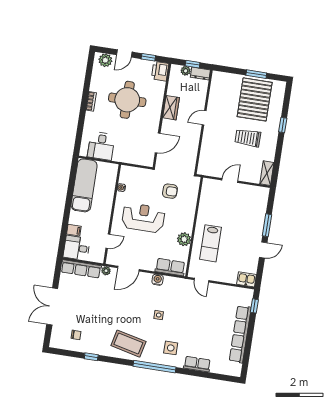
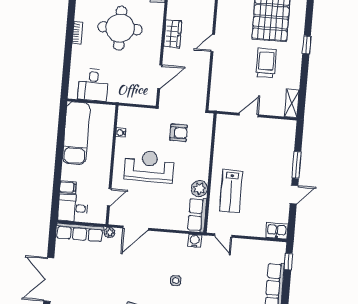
trolley: (248, 138) -> (266, 63), turned 90
row of seats: (170, 267) -> (197, 215), moved, turned -90
water cooler: (158, 280) -> (195, 241), moved

